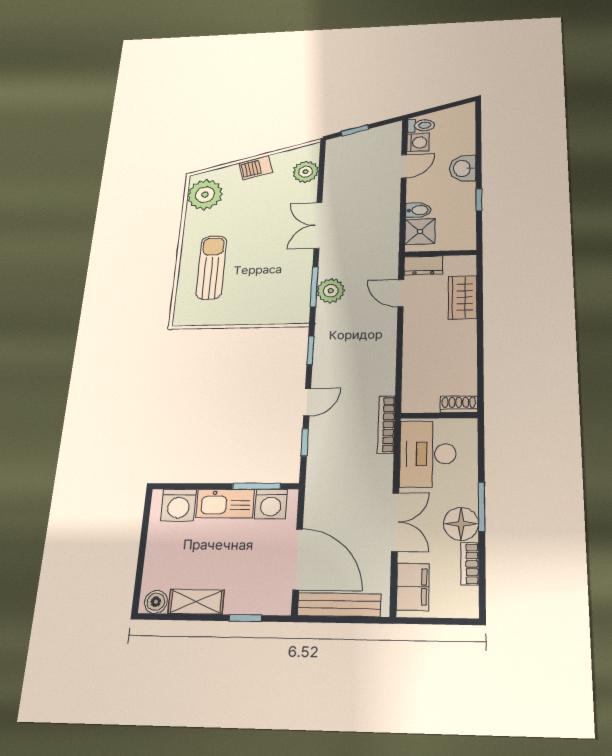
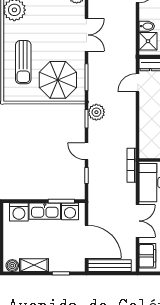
double door: (318, 225) -> (86, 35), swing flipped
sun lounger: (211, 267) -> (23, 62), turned 180
plant: (331, 291) -> (96, 112), moved
parasol: (266, 292) -> (58, 80), added
door: (401, 293) -> (138, 83), hinge flipped
door: (307, 402) -> (86, 151), swing flipped

